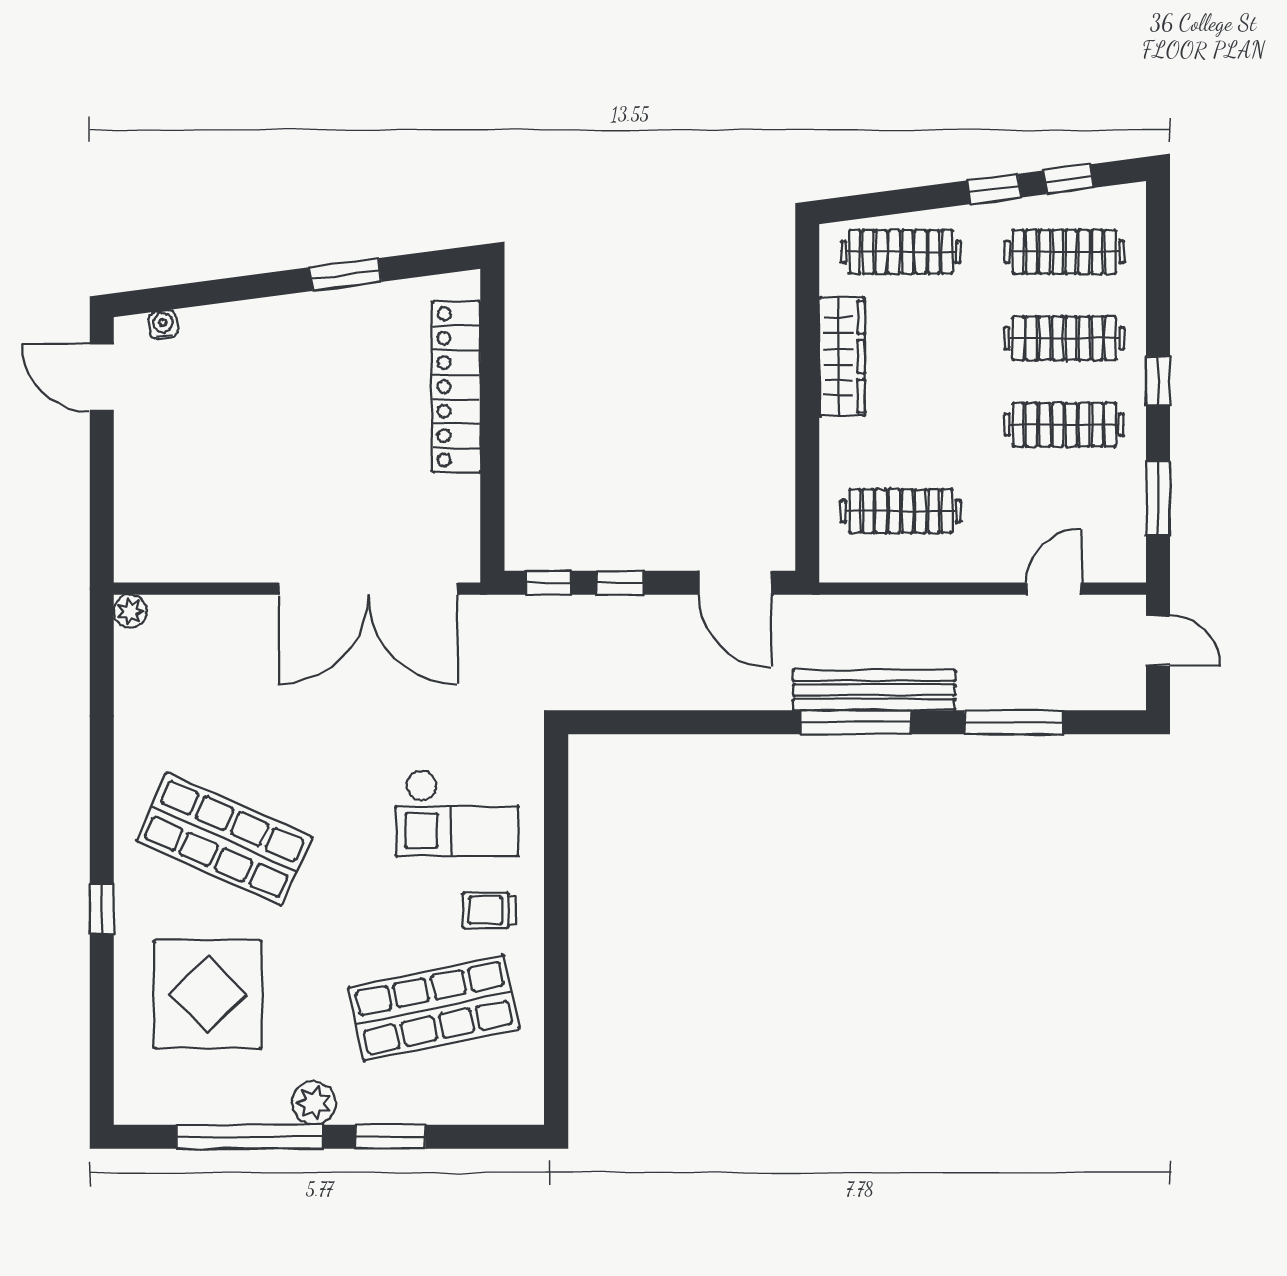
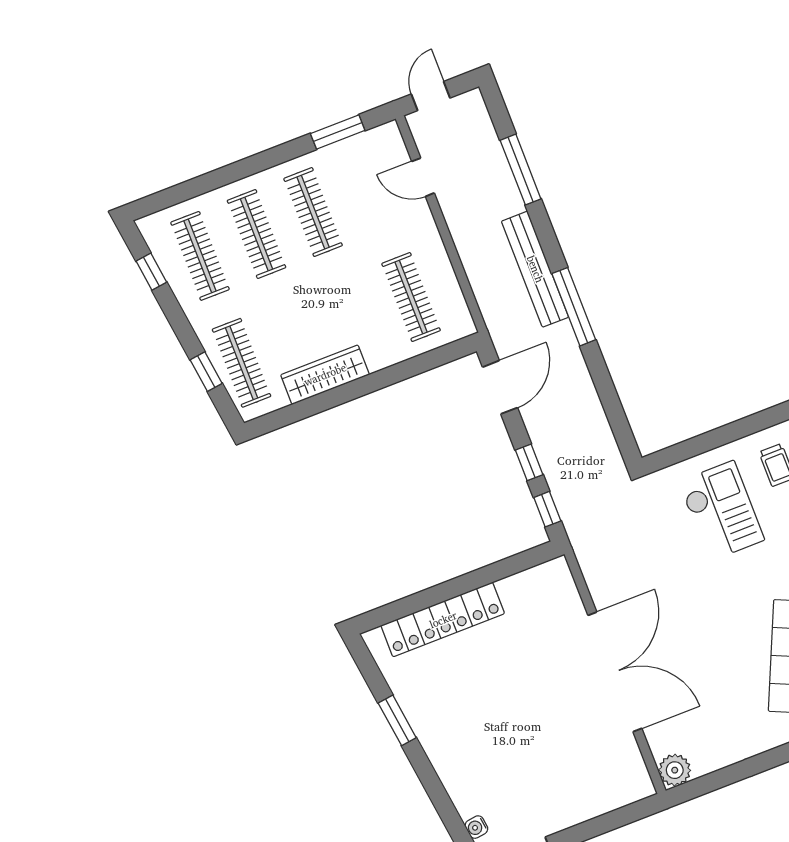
window: (994, 189) -> (206, 372), moved
window: (1158, 381) -> (261, 162), removed
double door: (368, 589) -> (615, 672), moved
plant: (130, 611) -> (675, 770), width x1.38, depth x1.38
window: (856, 722) -> (574, 307), moved

